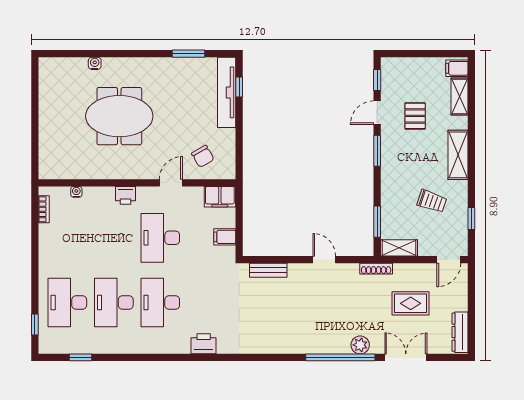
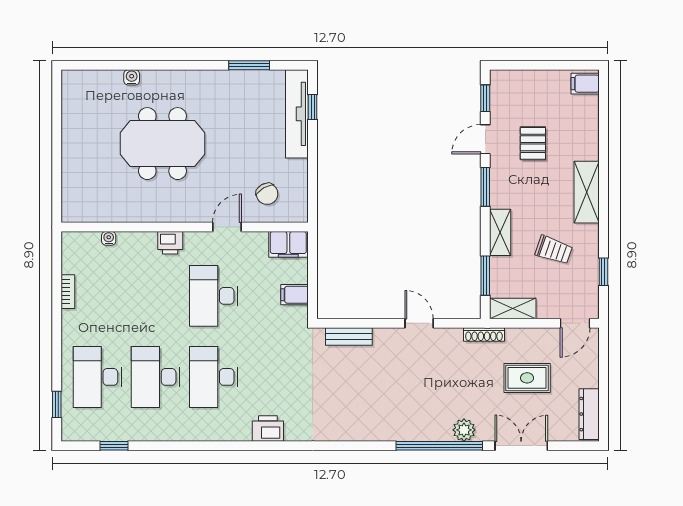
shelving: (460, 97) -> (500, 232), moved
bookcase: (44, 209) -> (68, 292), moved

